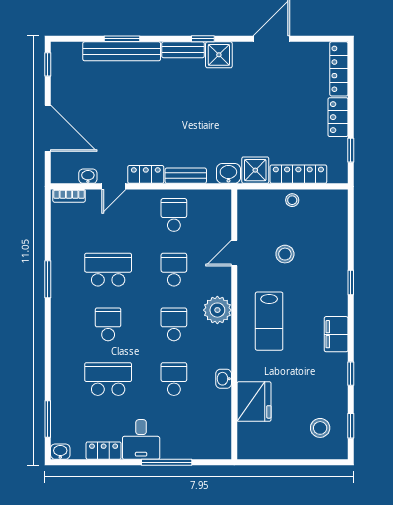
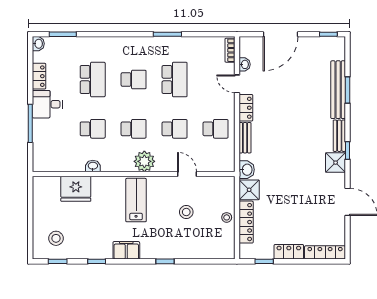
lab bench: (269, 321) -> (136, 200), turned 90

